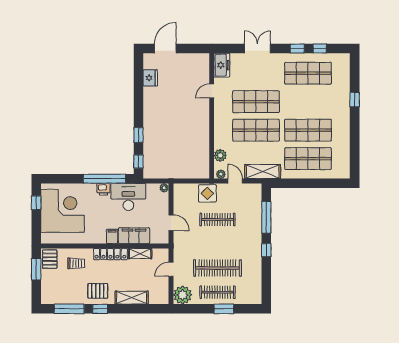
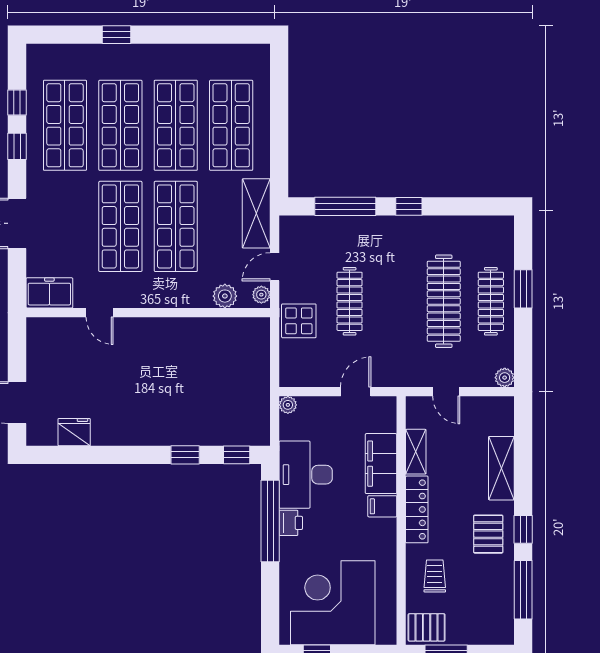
shop shelf: (308, 102) -> (120, 125), added
plant: (183, 295) -> (505, 378), width x0.53, depth x0.53

